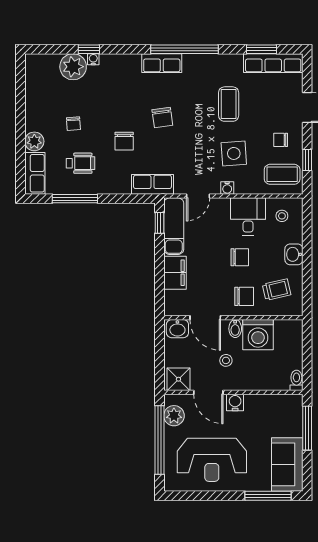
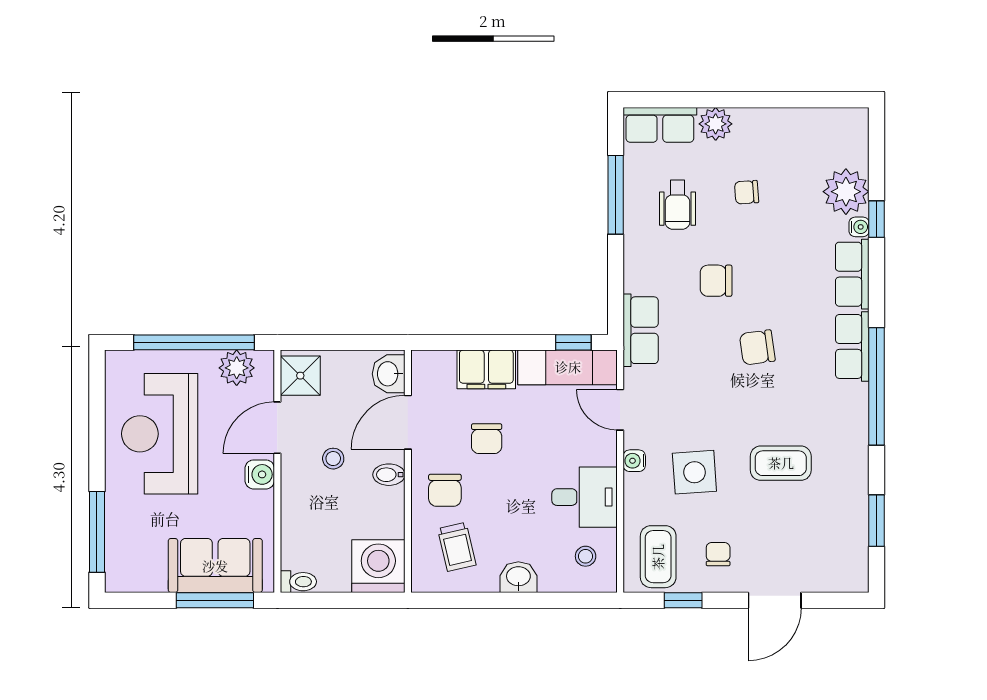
row of seats: (273, 63) -> (852, 274), moved, width x0.68
chair: (240, 257) -> (487, 439), moved
washing machine: (258, 335) -> (378, 566), moved, turned 90
sofa: (287, 464) -> (215, 566), moved

